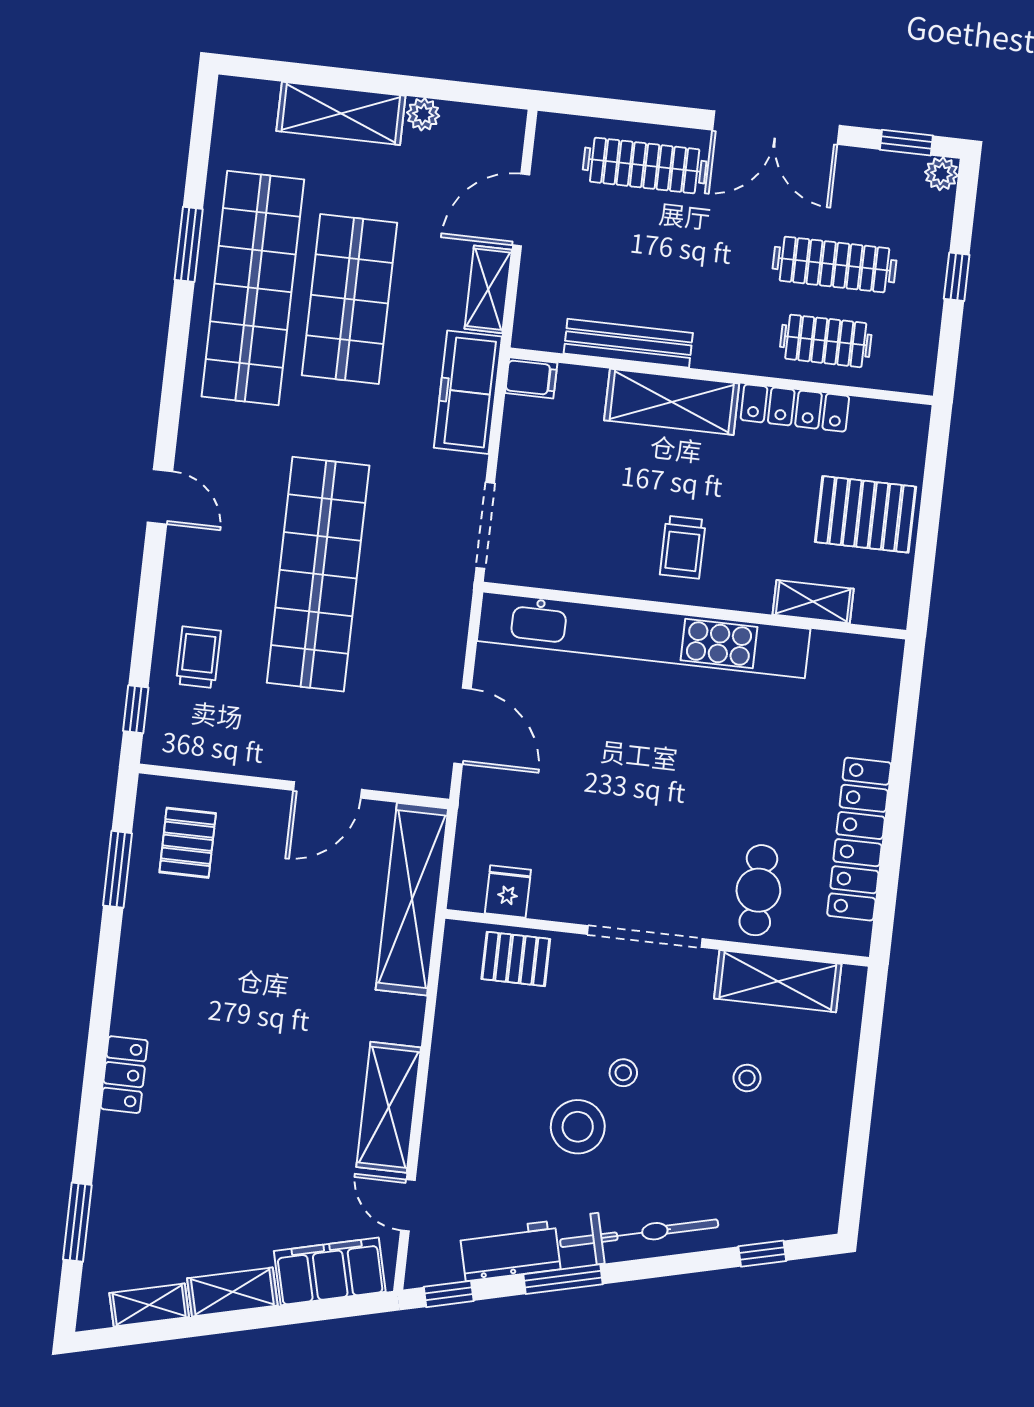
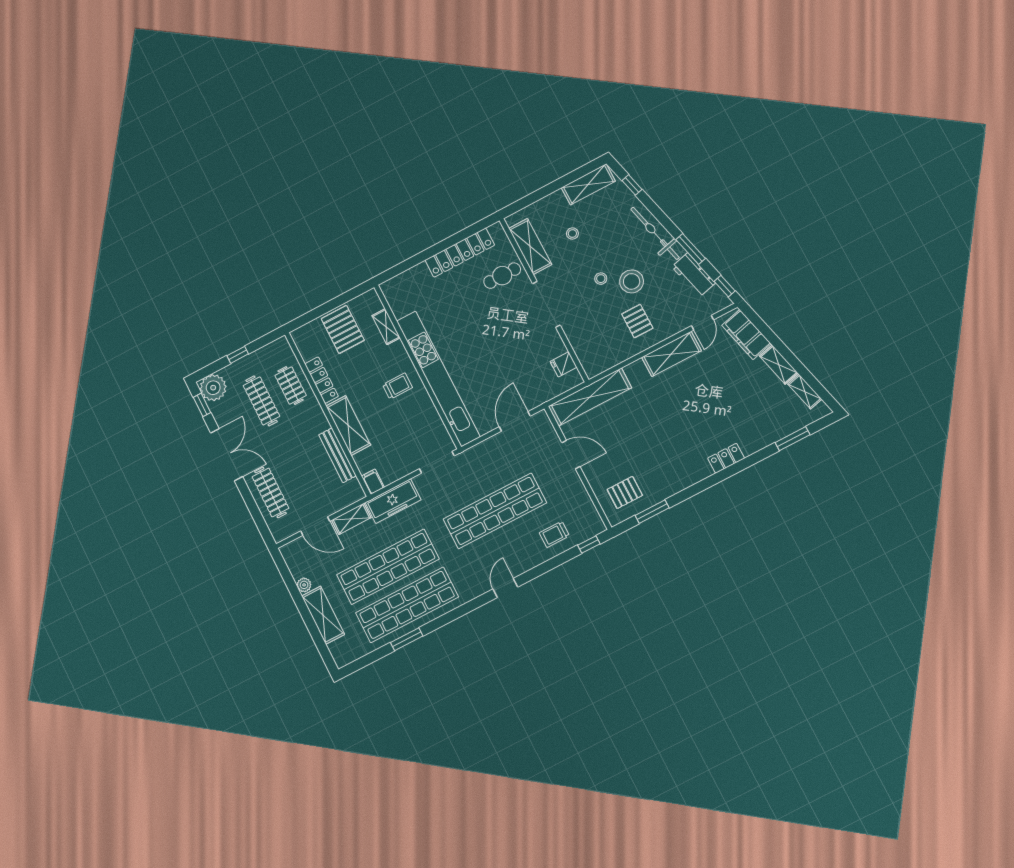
plant: (941, 174) -> (213, 388), width x1.88, depth x1.88
shop shelf: (349, 299) -> (388, 567), width x1.40
pallet: (516, 959) -> (637, 321), moved
shelving: (821, 1172) -> (588, 184), added

